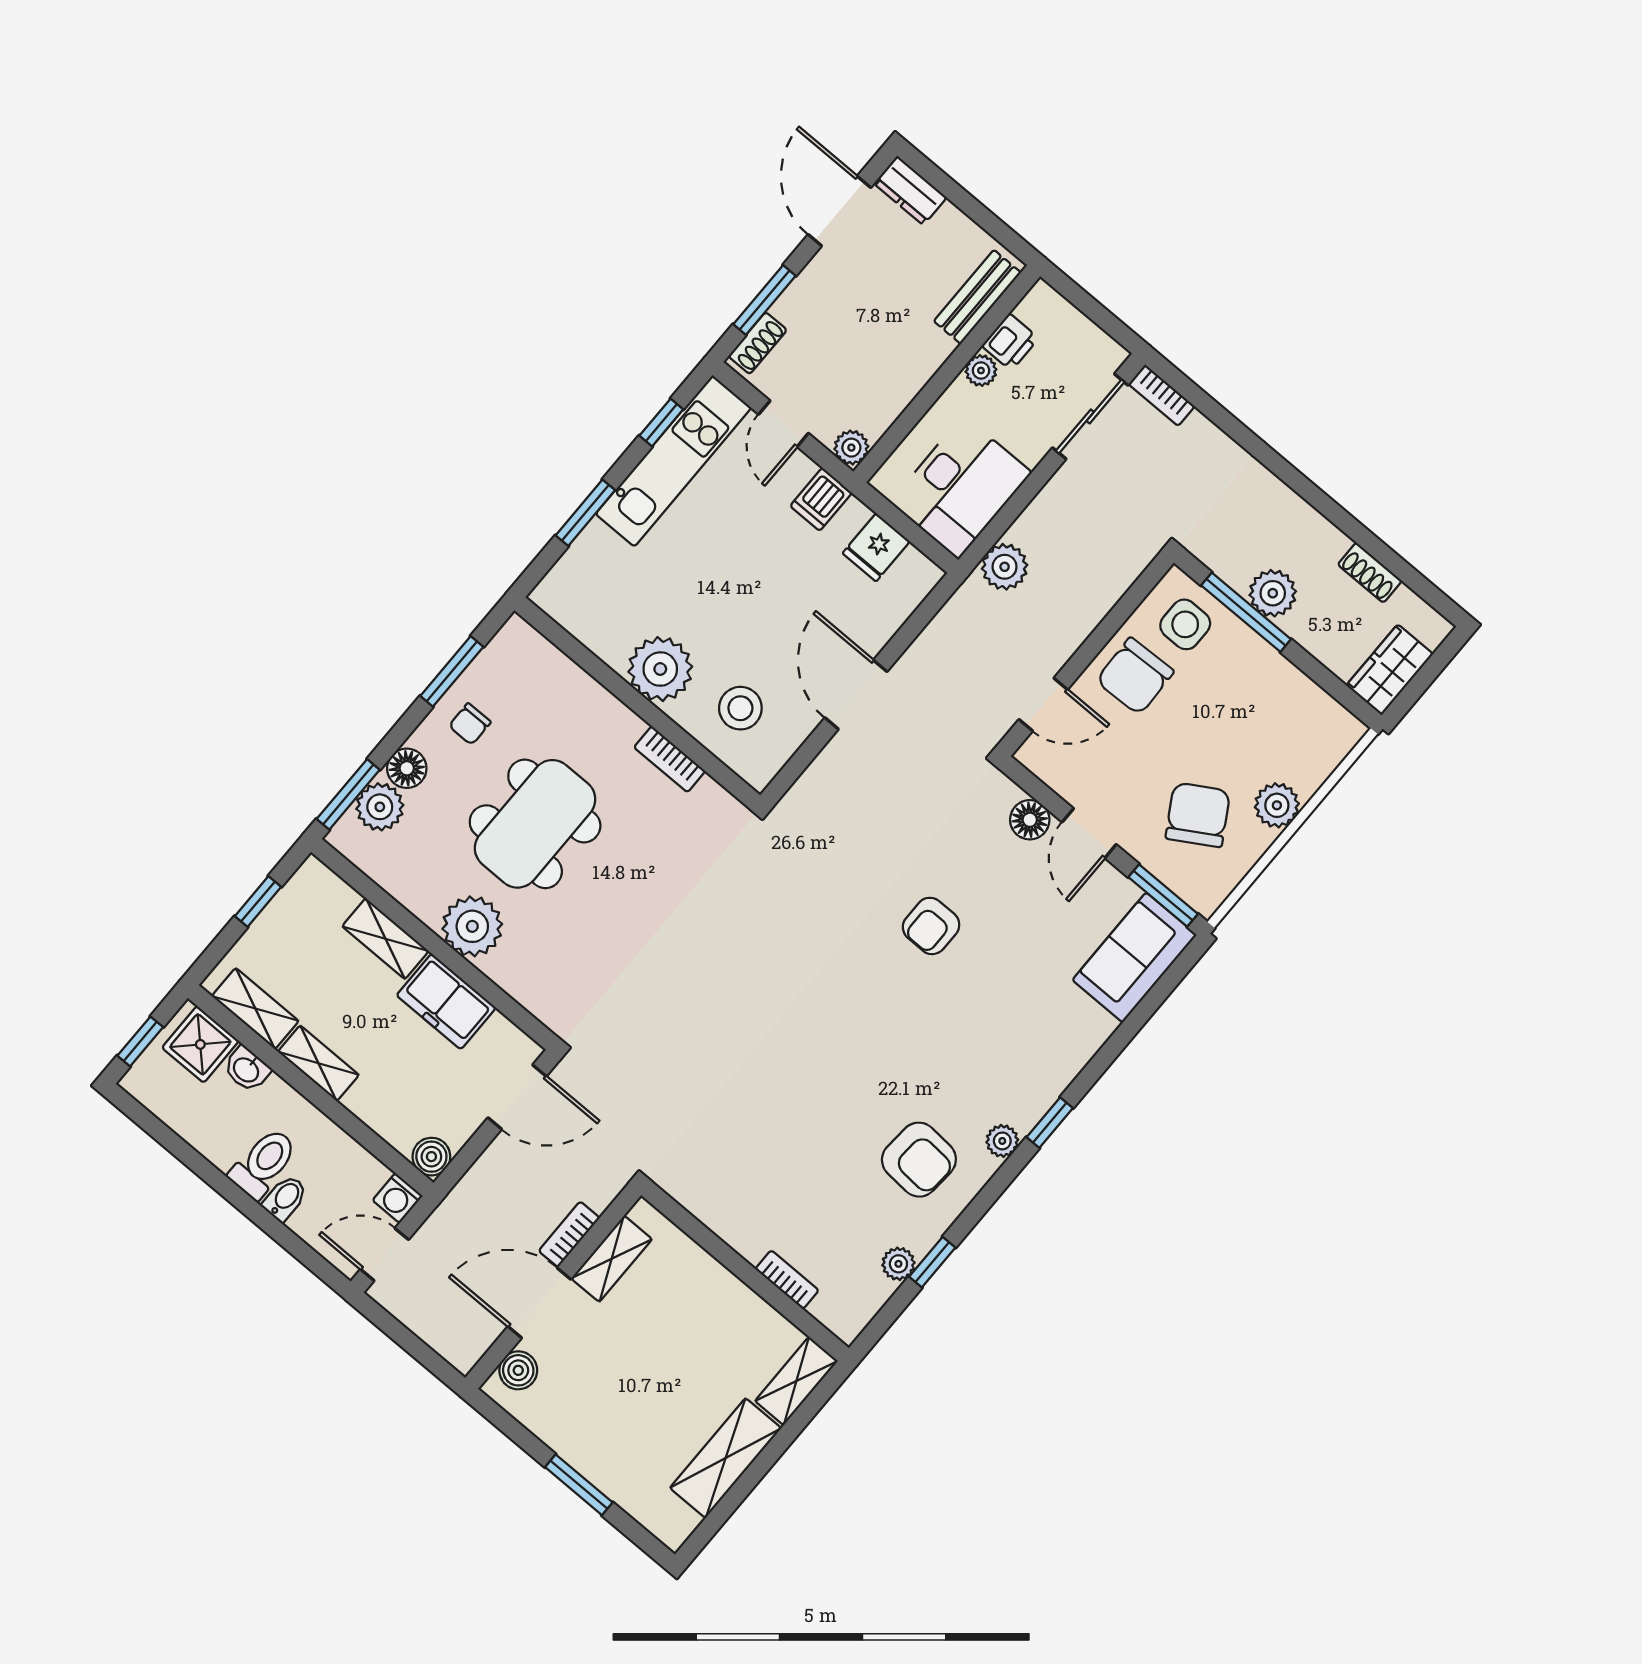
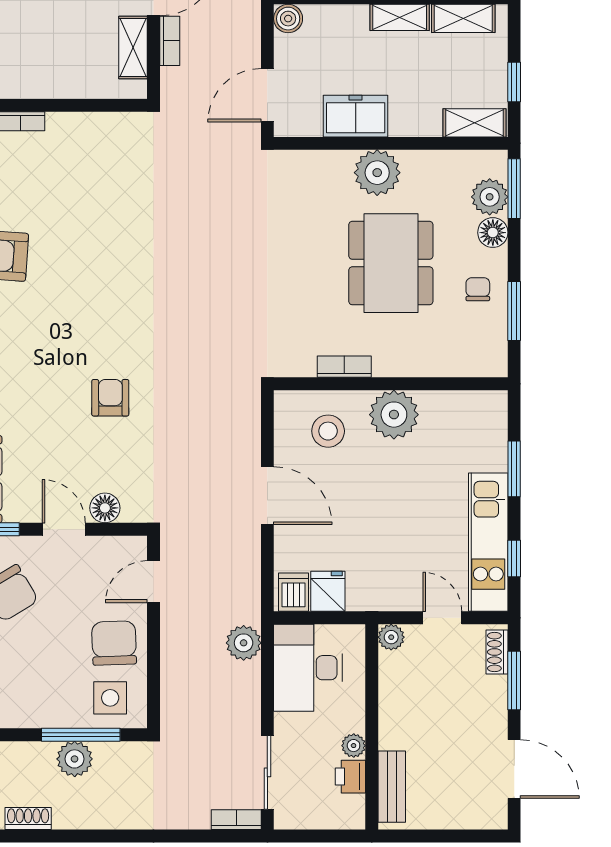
dresser: (910, 190) -> (483, 816), removed
dishwasher: (821, 499) -> (294, 592), moved
shelving: (385, 939) -> (475, 123), moved

